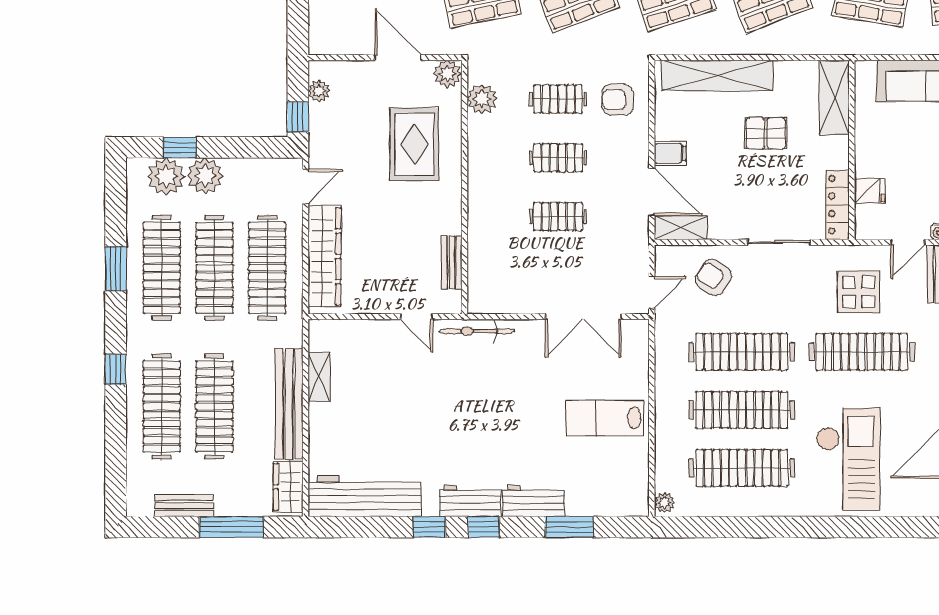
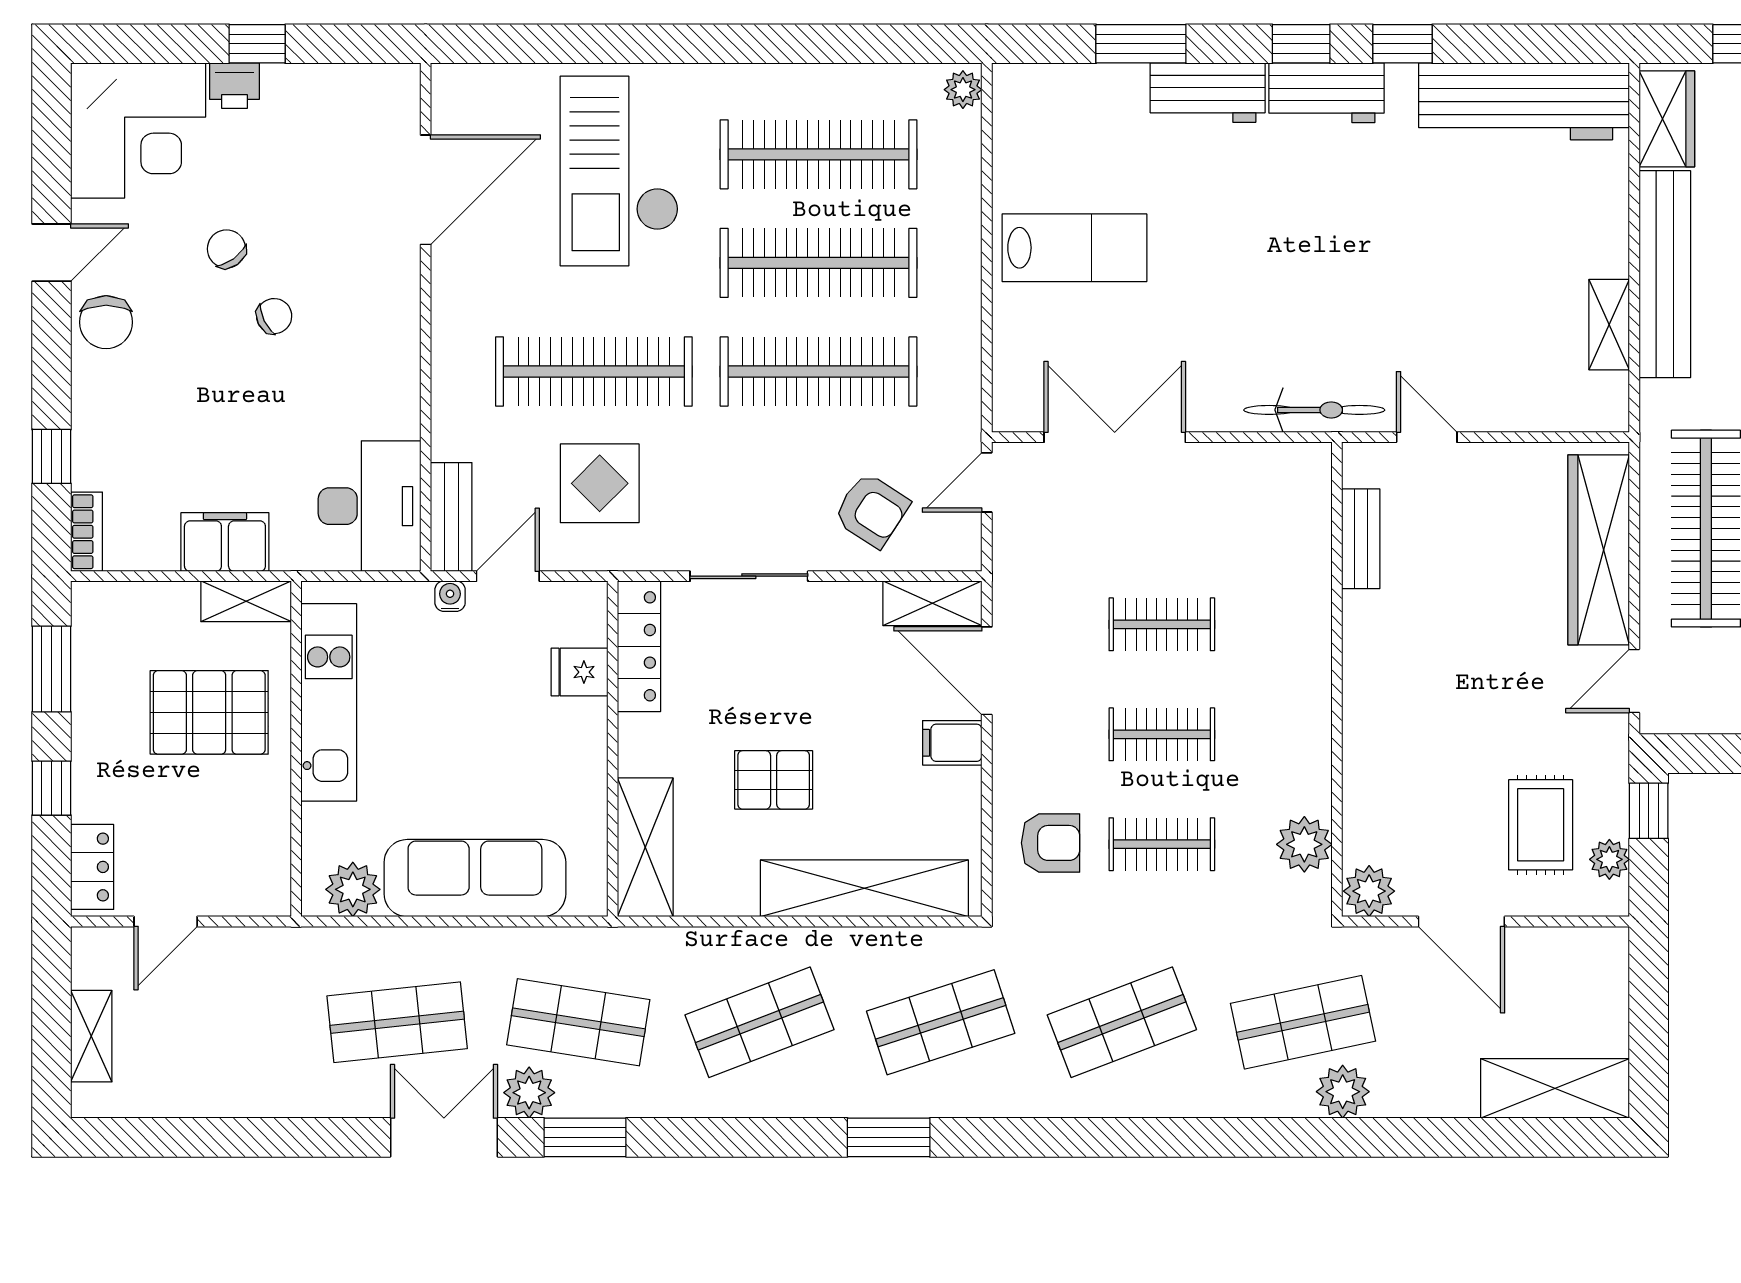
rug: (414, 144) -> (1541, 825), moved, width x0.73, depth x0.70

